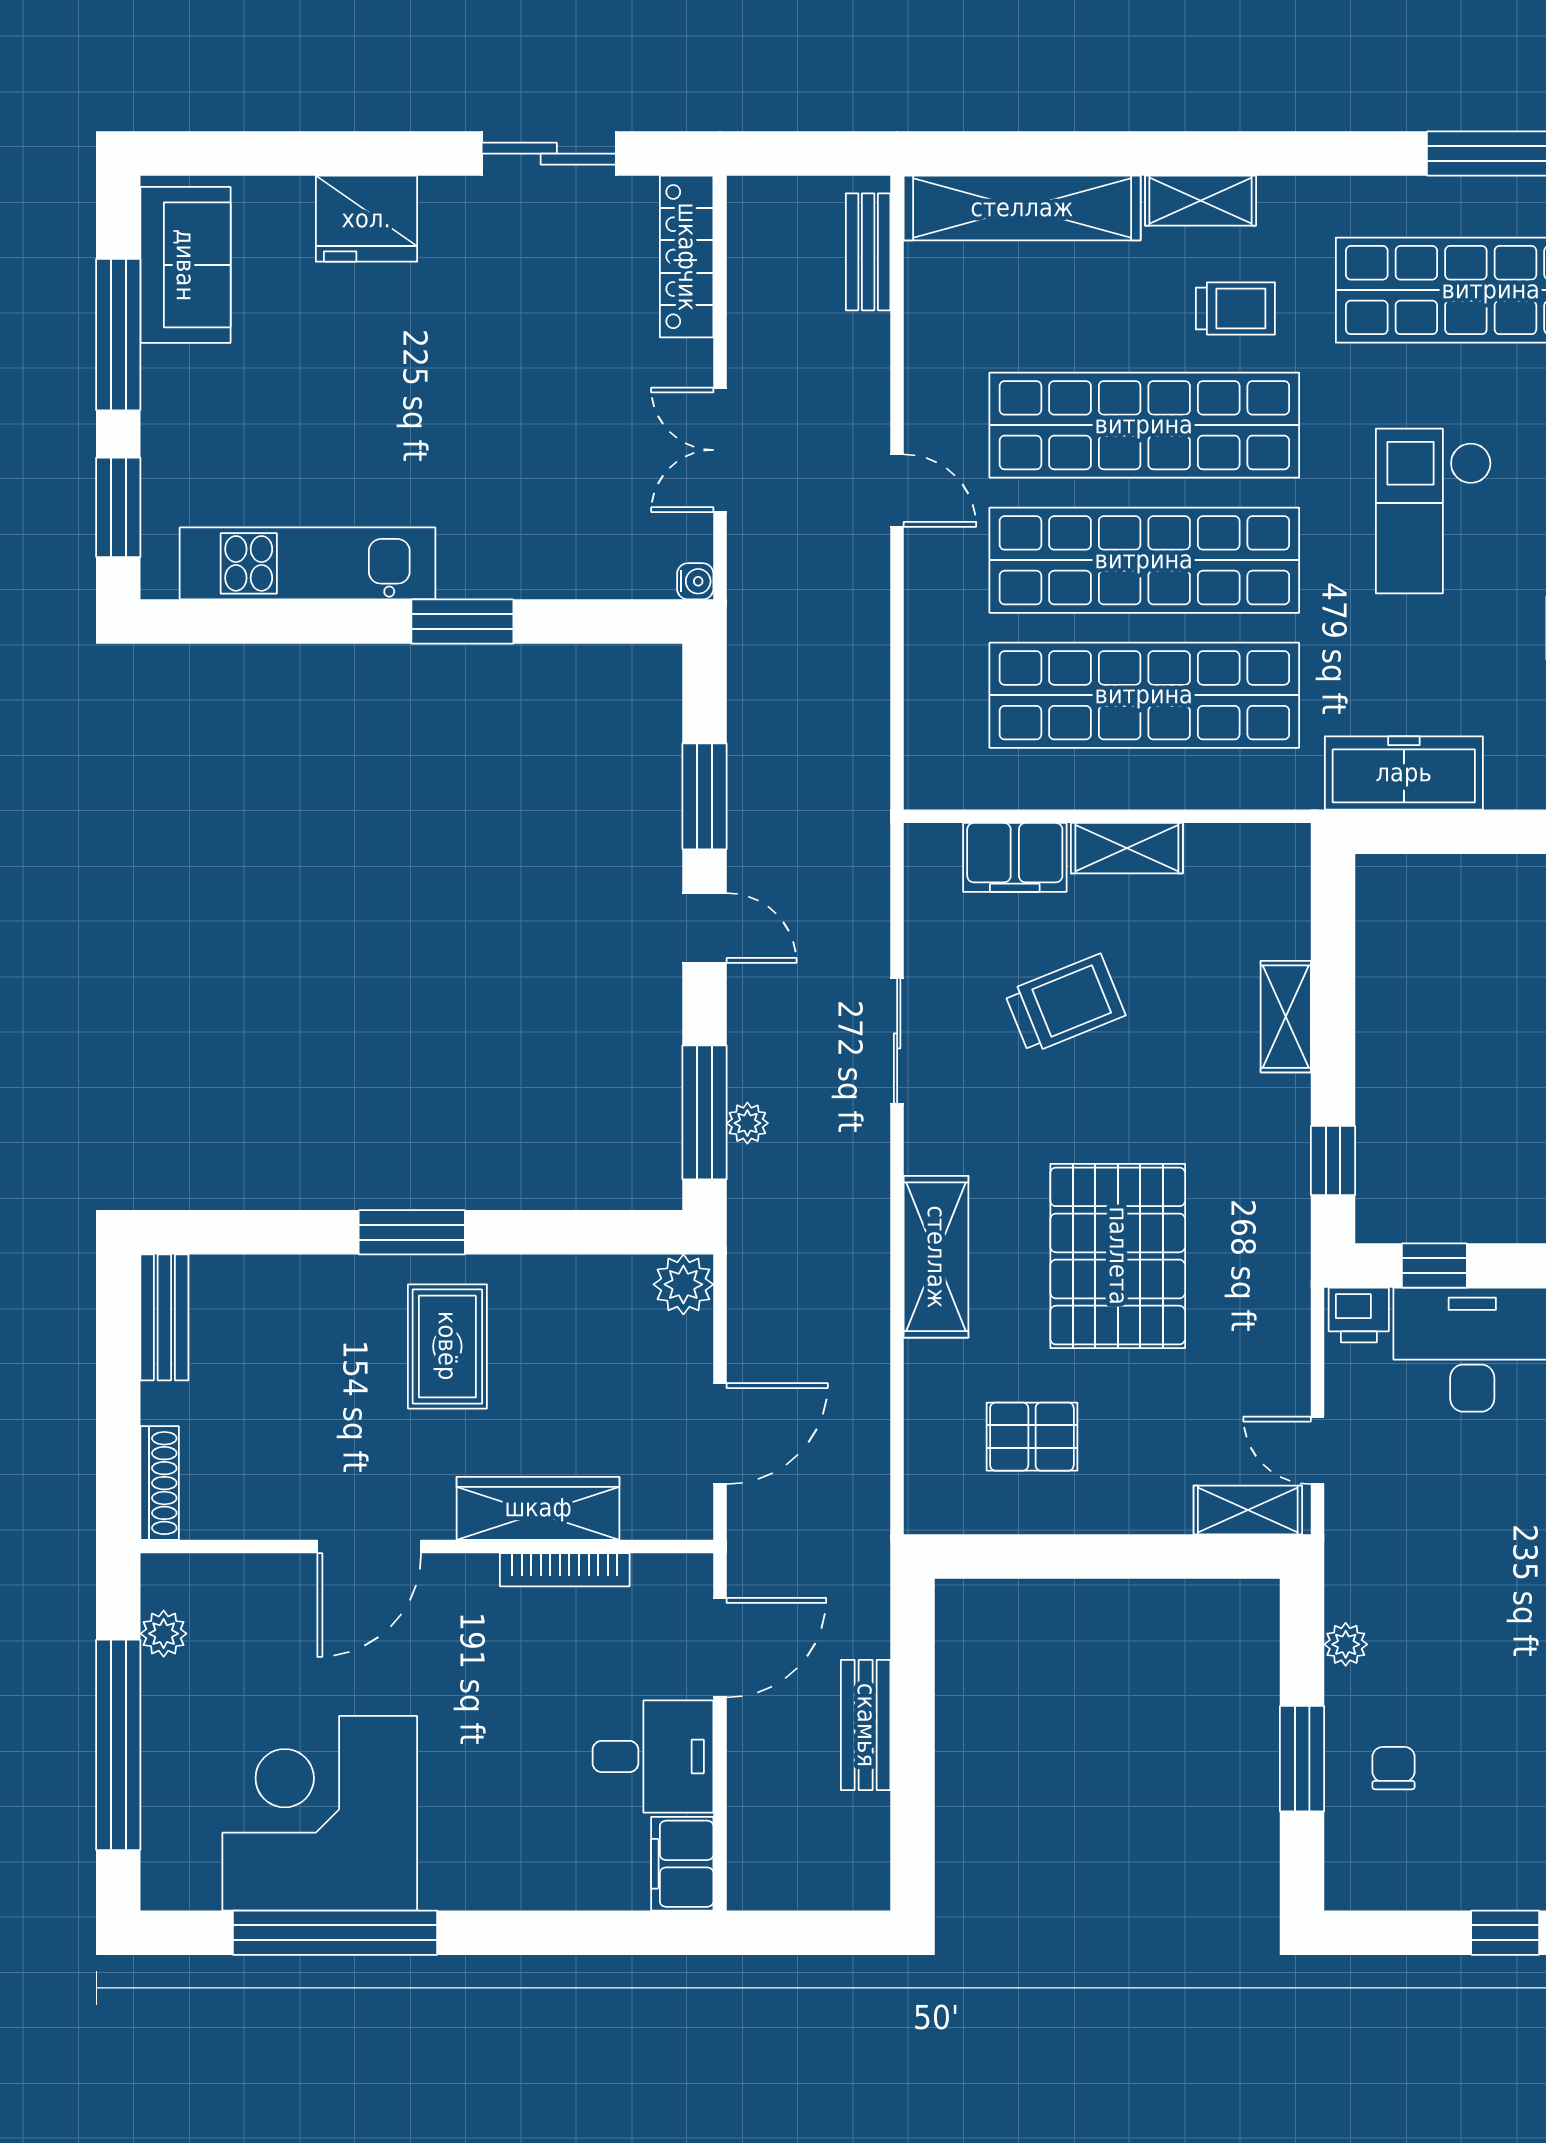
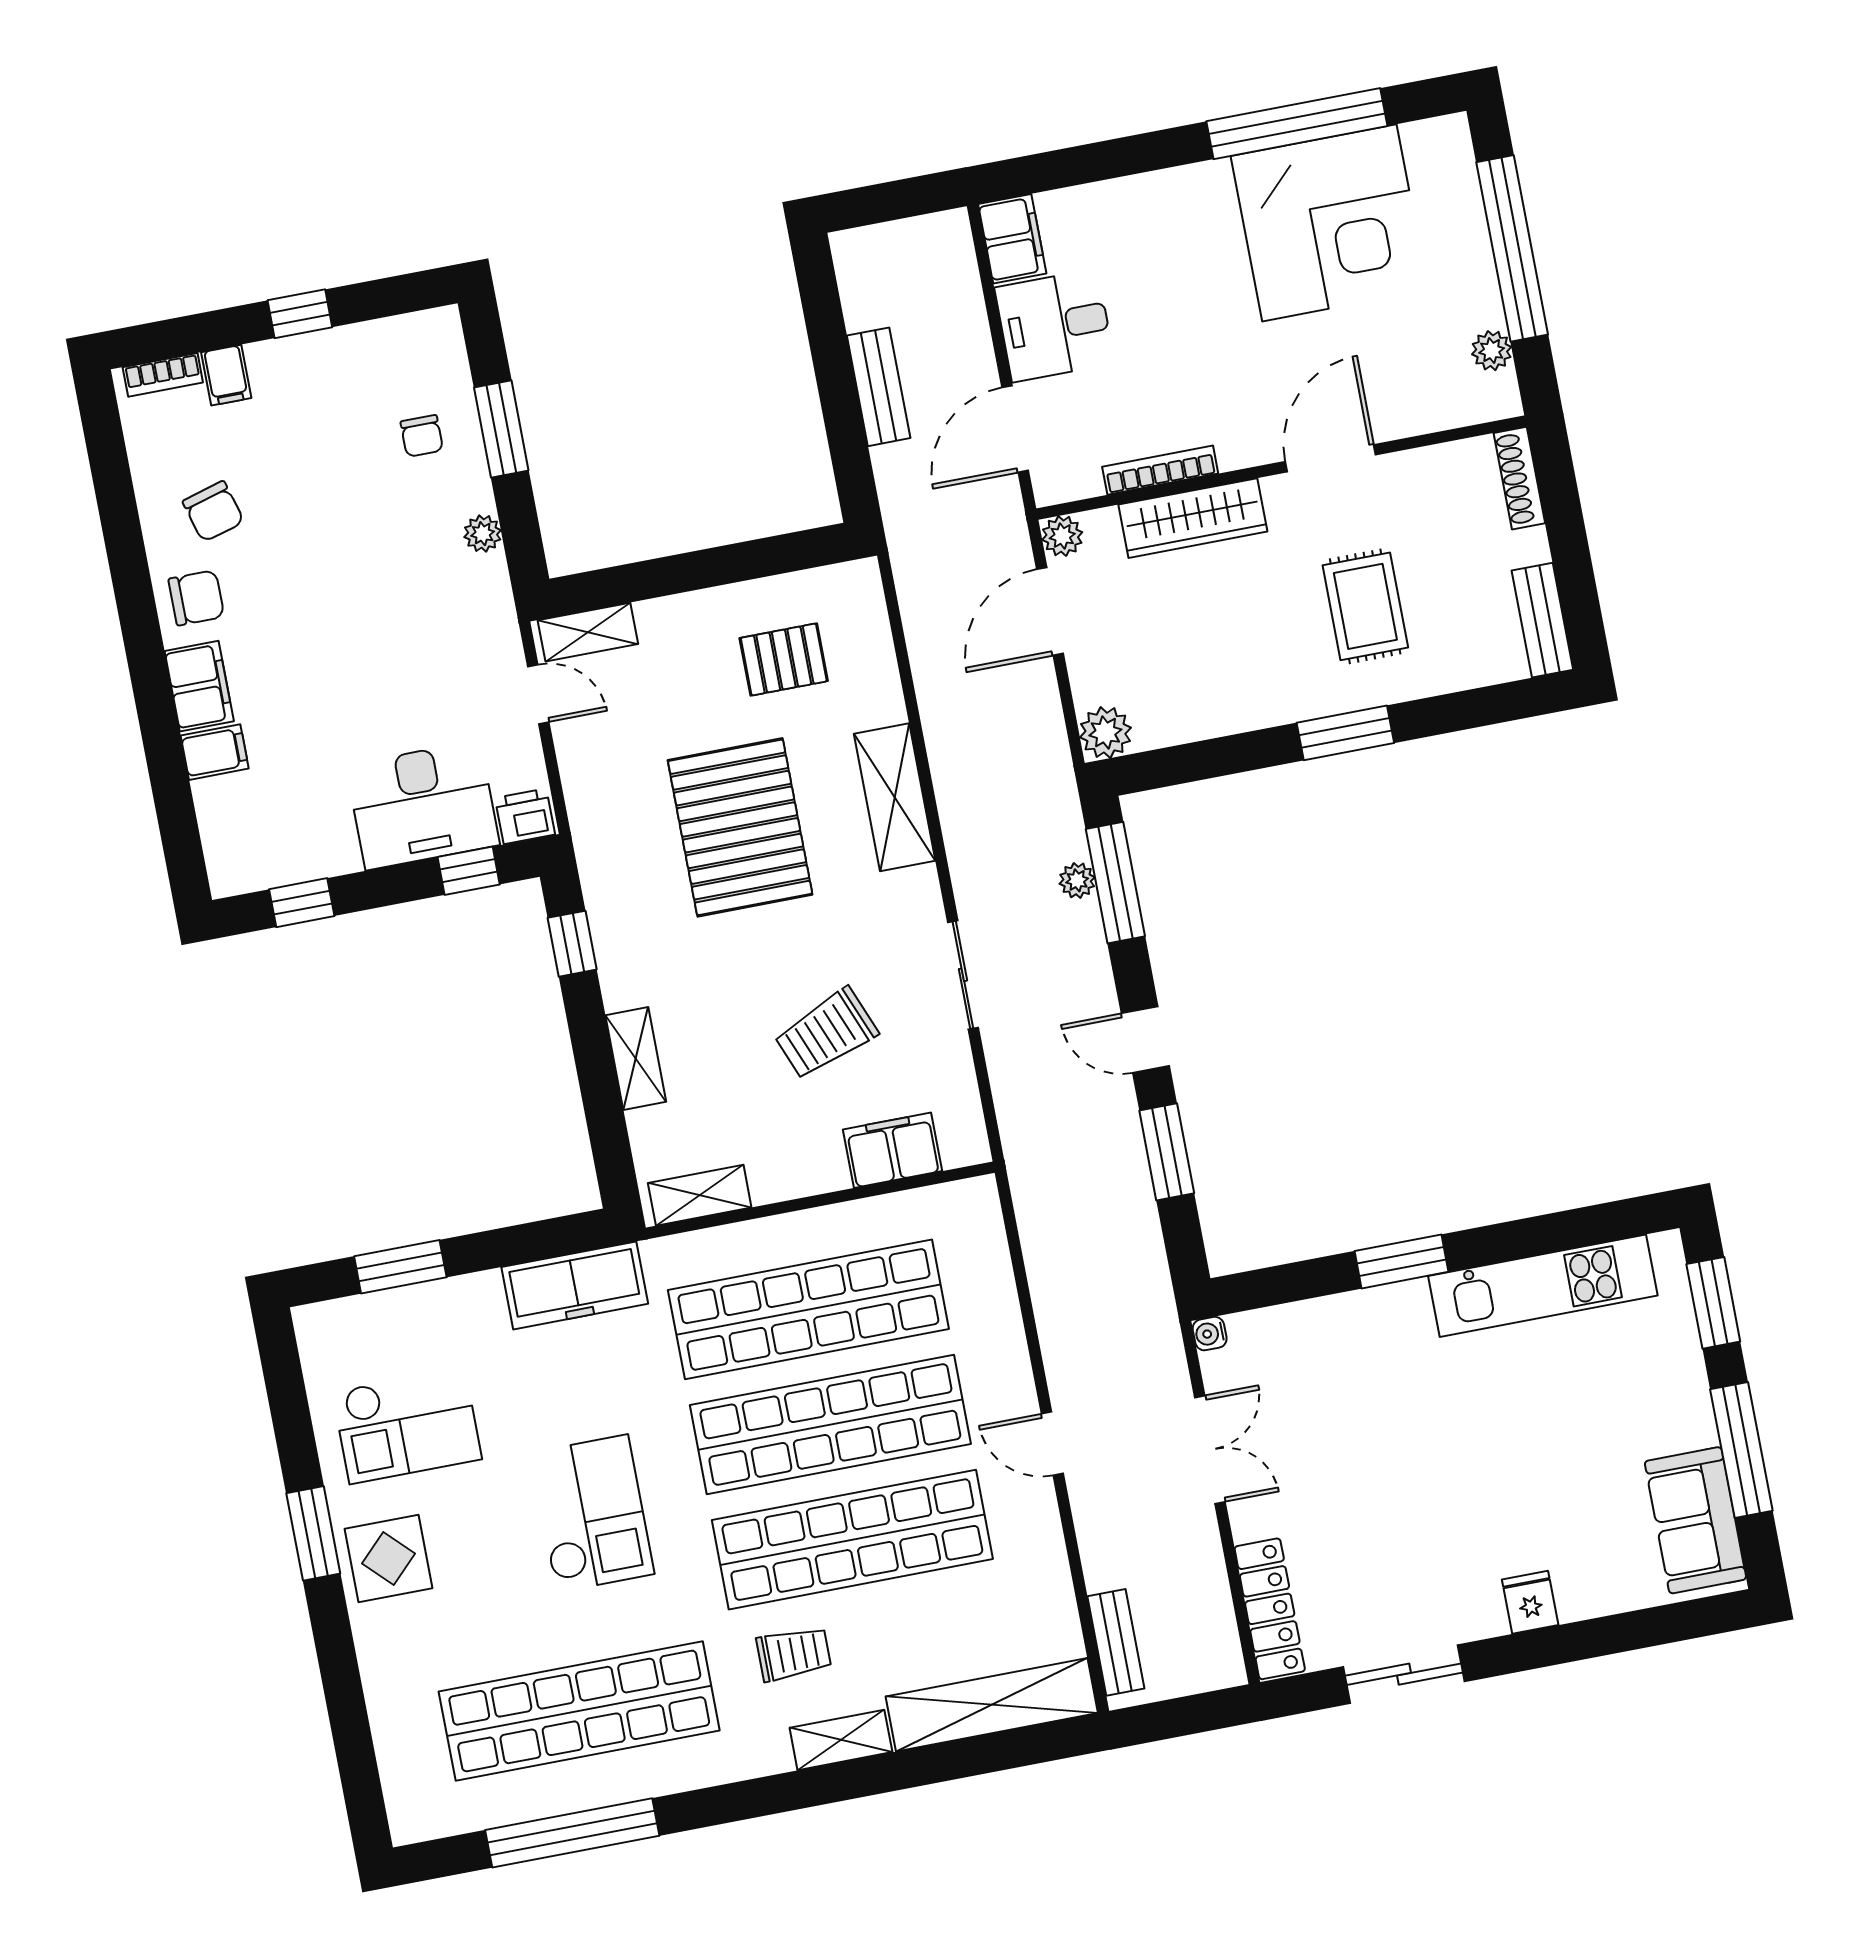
fridge: (366, 219) -> (1530, 1602), width x0.53, depth x0.75
trolley: (1235, 308) -> (794, 1654), turned 180
shelving: (1127, 848) -> (700, 1195), moved
rug: (447, 1346) -> (1365, 606), moved
plant: (690, 1516) -> (1062, 536), added

